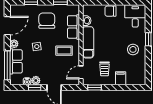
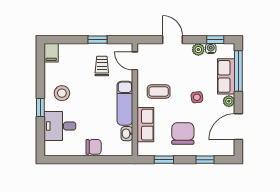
desk: (135, 16) -> (60, 126), moved, turned 90
chair: (47, 21) -> (183, 134), turned 180
door: (81, 72) -> (135, 61), swing flipped
filing cabinet: (121, 78) -> (51, 53), moved
window: (35, 88) -> (215, 40), moved
window: (95, 88) -> (97, 40), moved

